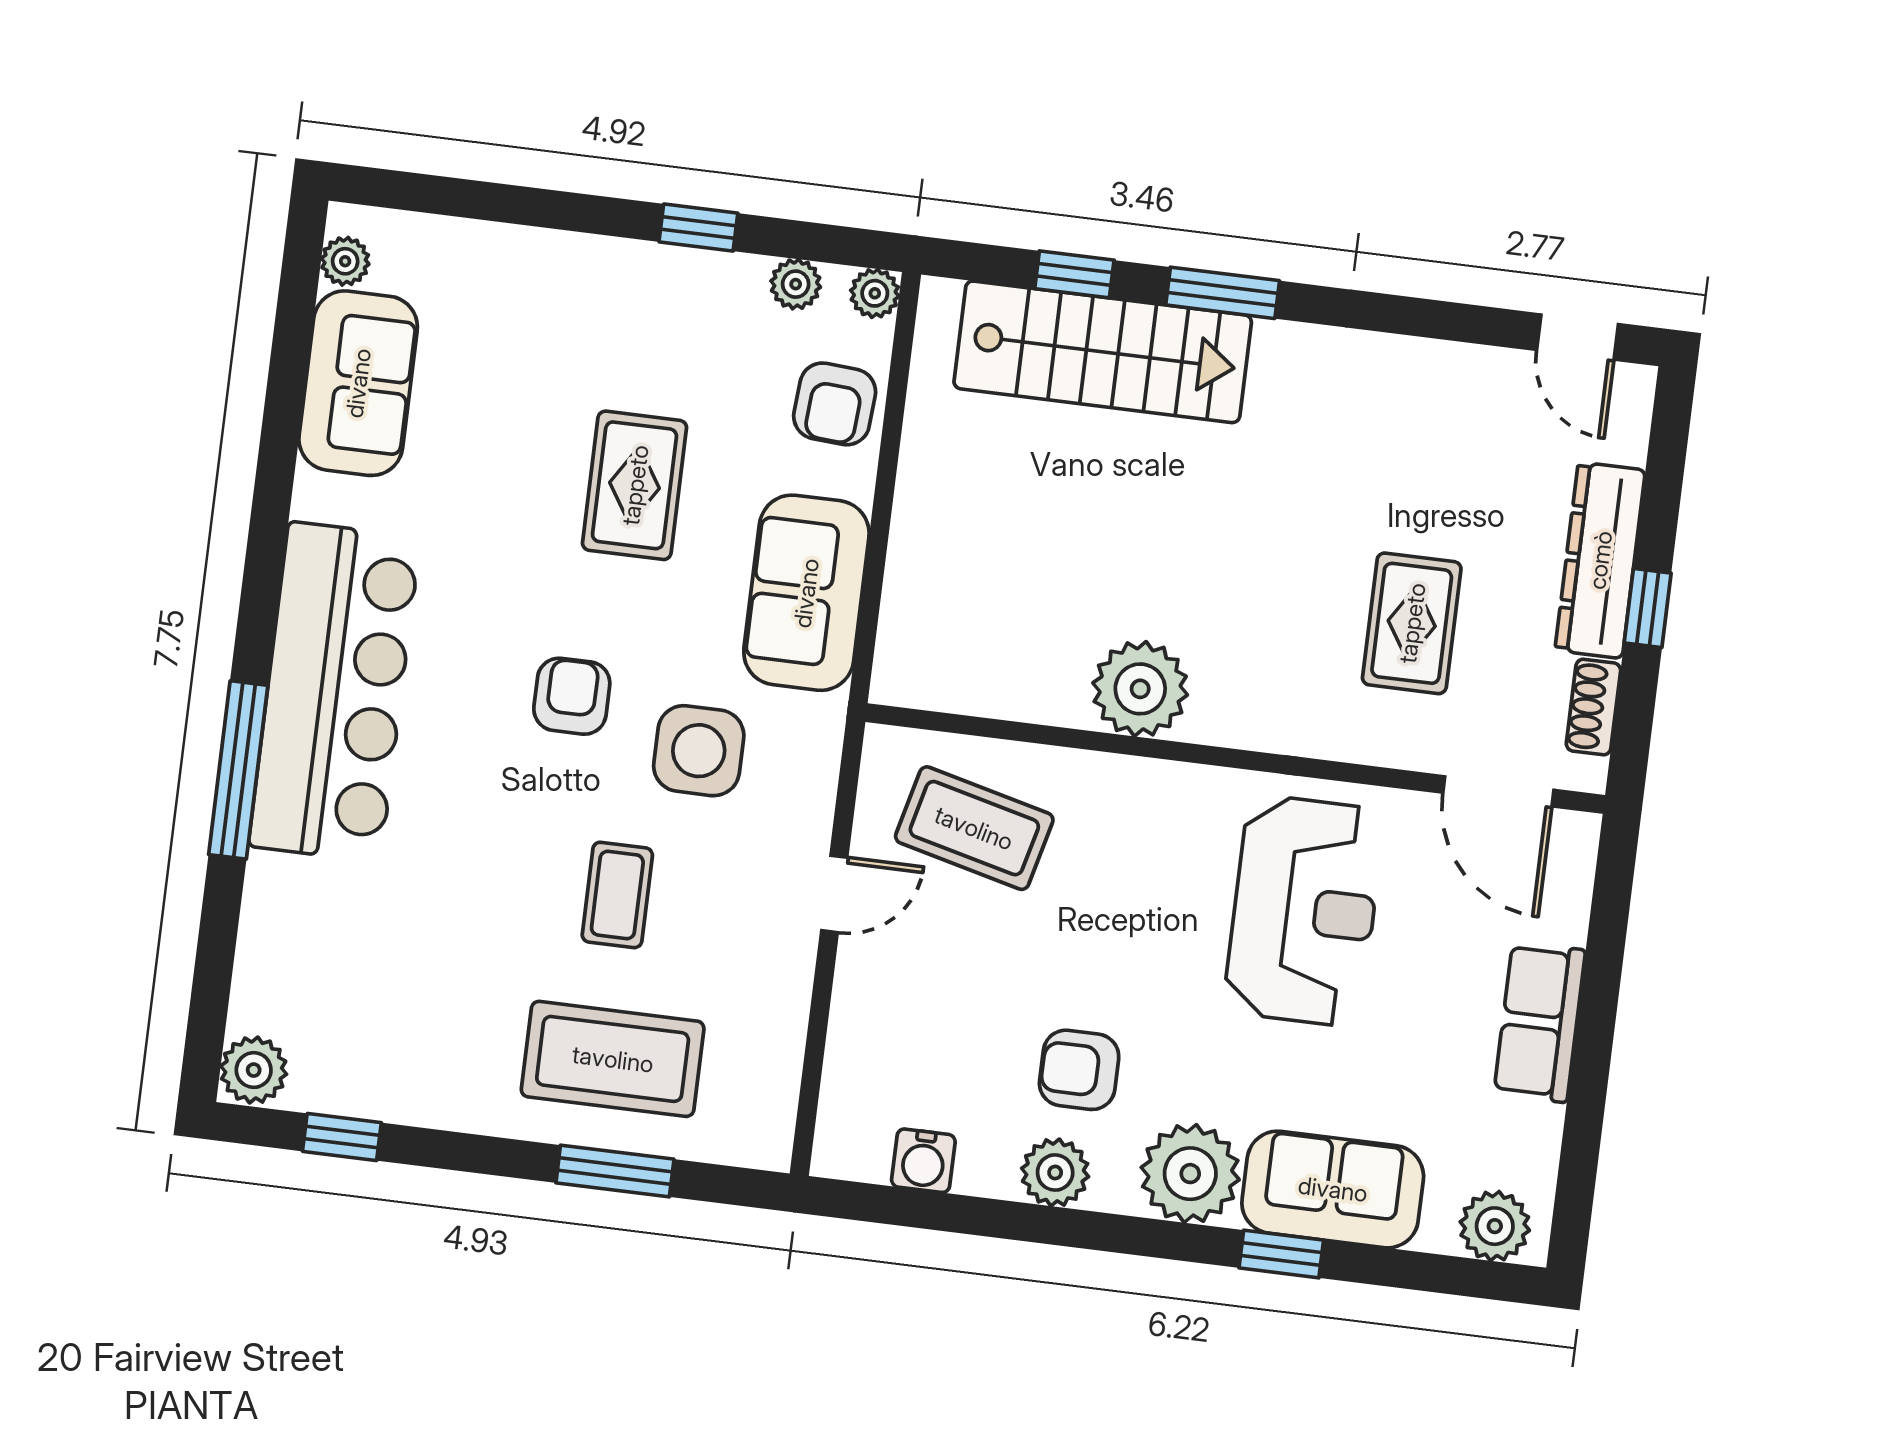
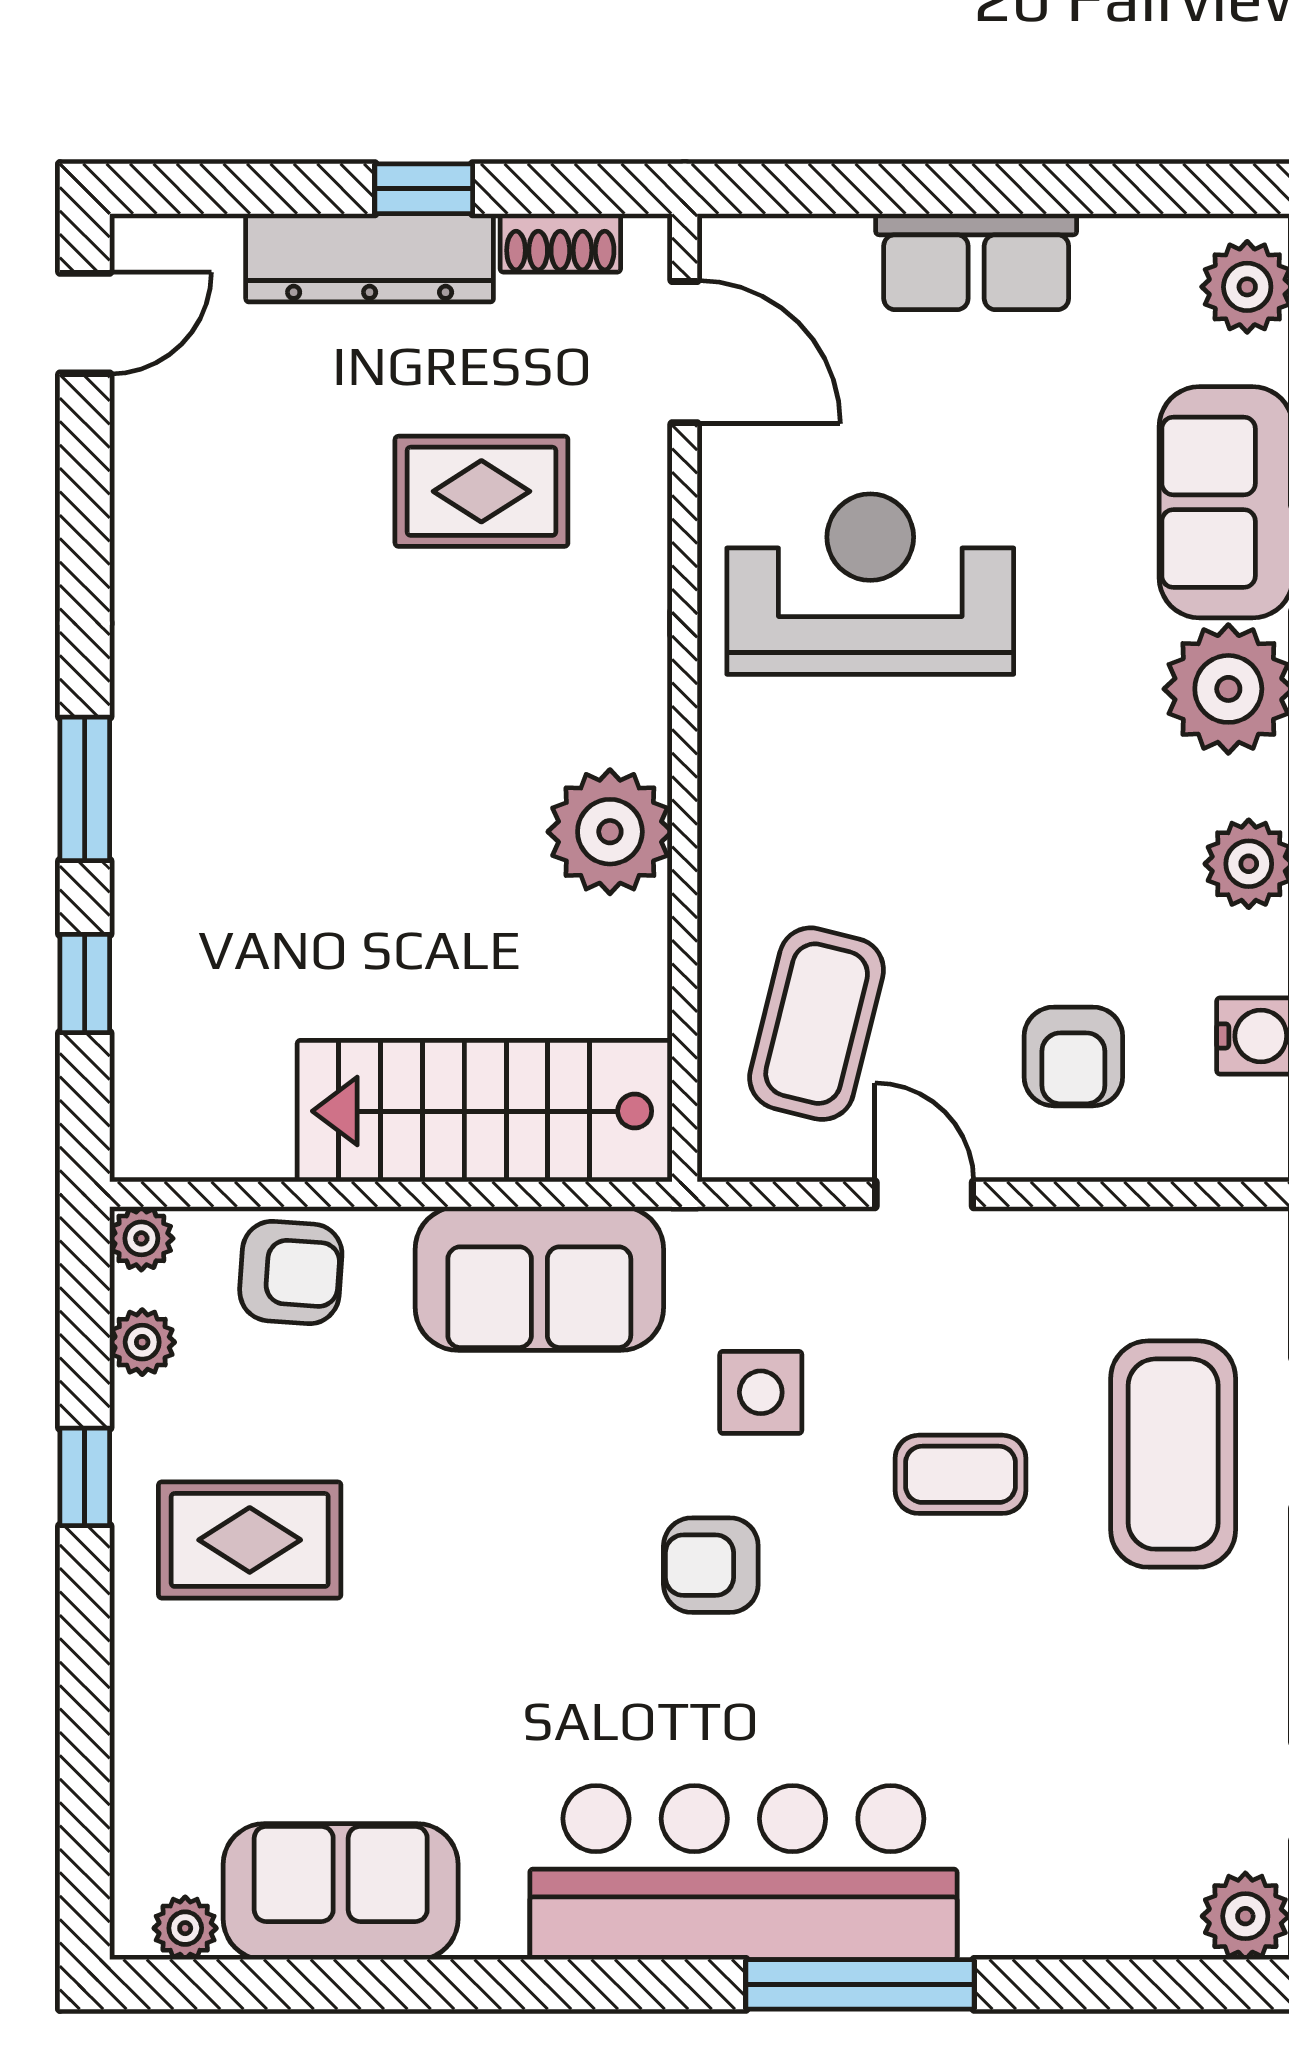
stairs: (1103, 352) -> (485, 1111), moved, turned -90
rug: (635, 485) -> (250, 1540), moved
side table: (699, 751) -> (761, 1392), width x0.73, depth x0.73
door: (1498, 791) -> (685, 352), hinge flipped
armchair: (1079, 1070) -> (1073, 1056), moved

